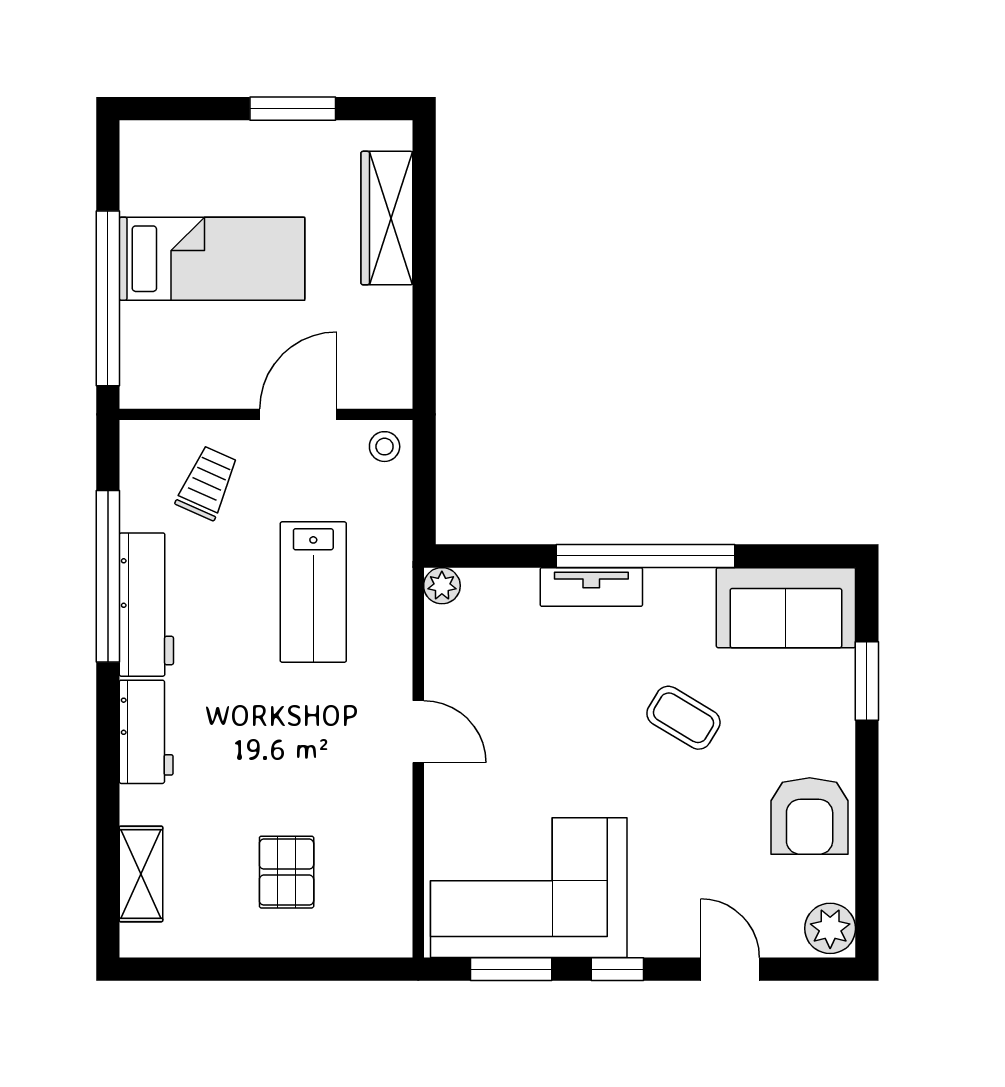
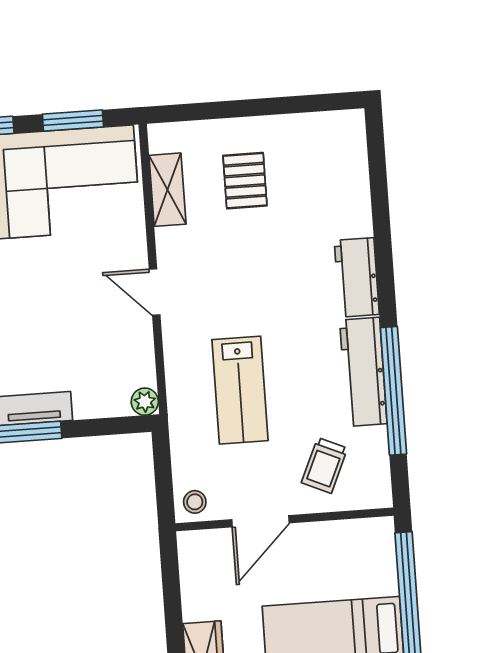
lab bench: (313, 592) -> (240, 390), turned 180
shelving: (141, 874) -> (168, 190), moved

